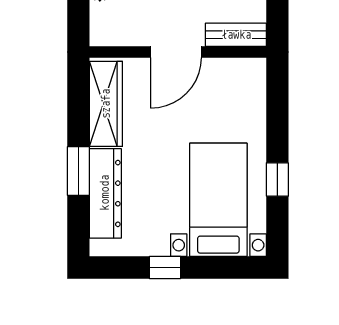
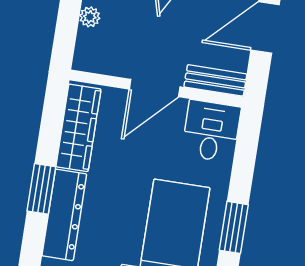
desk: (240, 86) -> (211, 131), added
window: (277, 179) -> (234, 227), width x1.50

